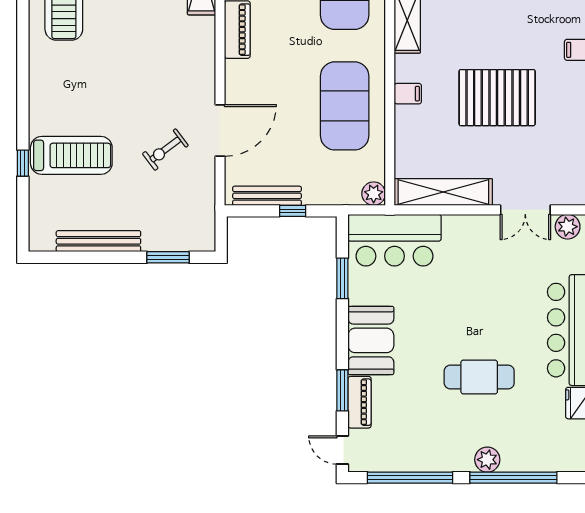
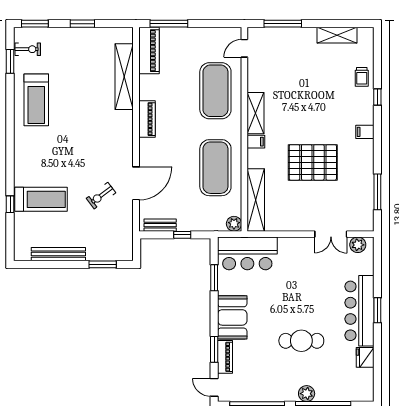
filing cabinet: (408, 94) -> (256, 142), moved
shelving: (443, 192) -> (256, 200), moved, turned 90
bench: (267, 196) -> (160, 225), width x0.73

